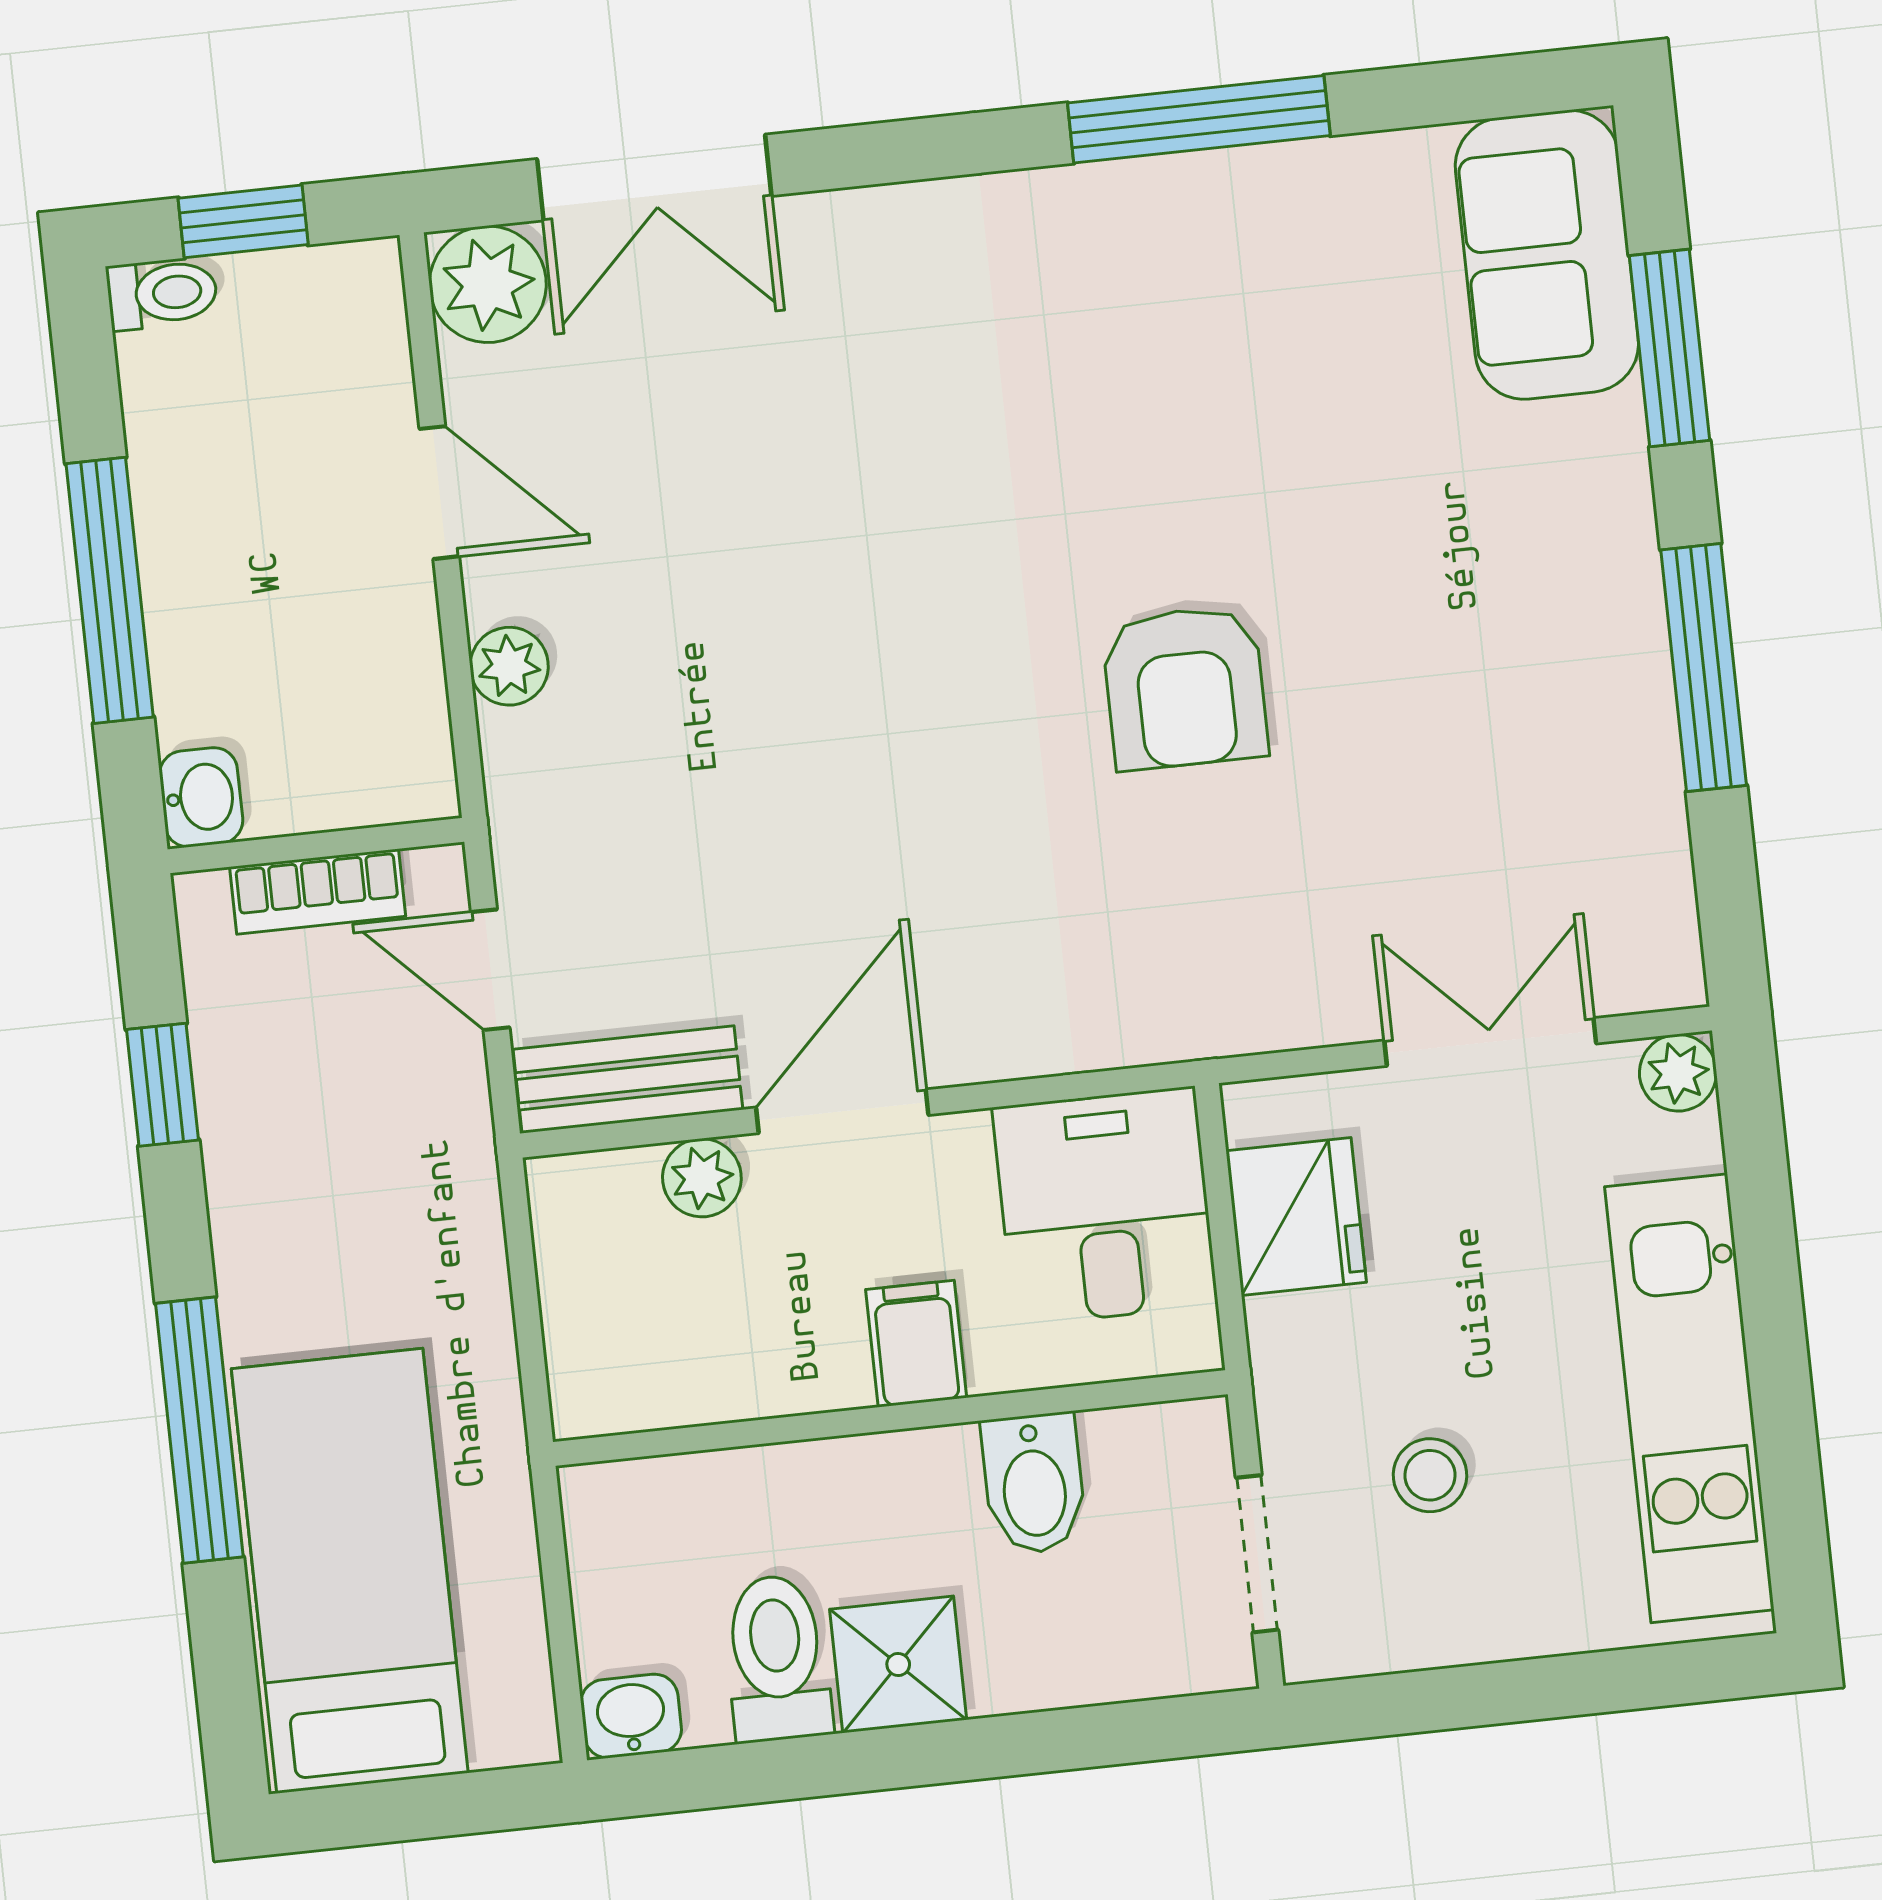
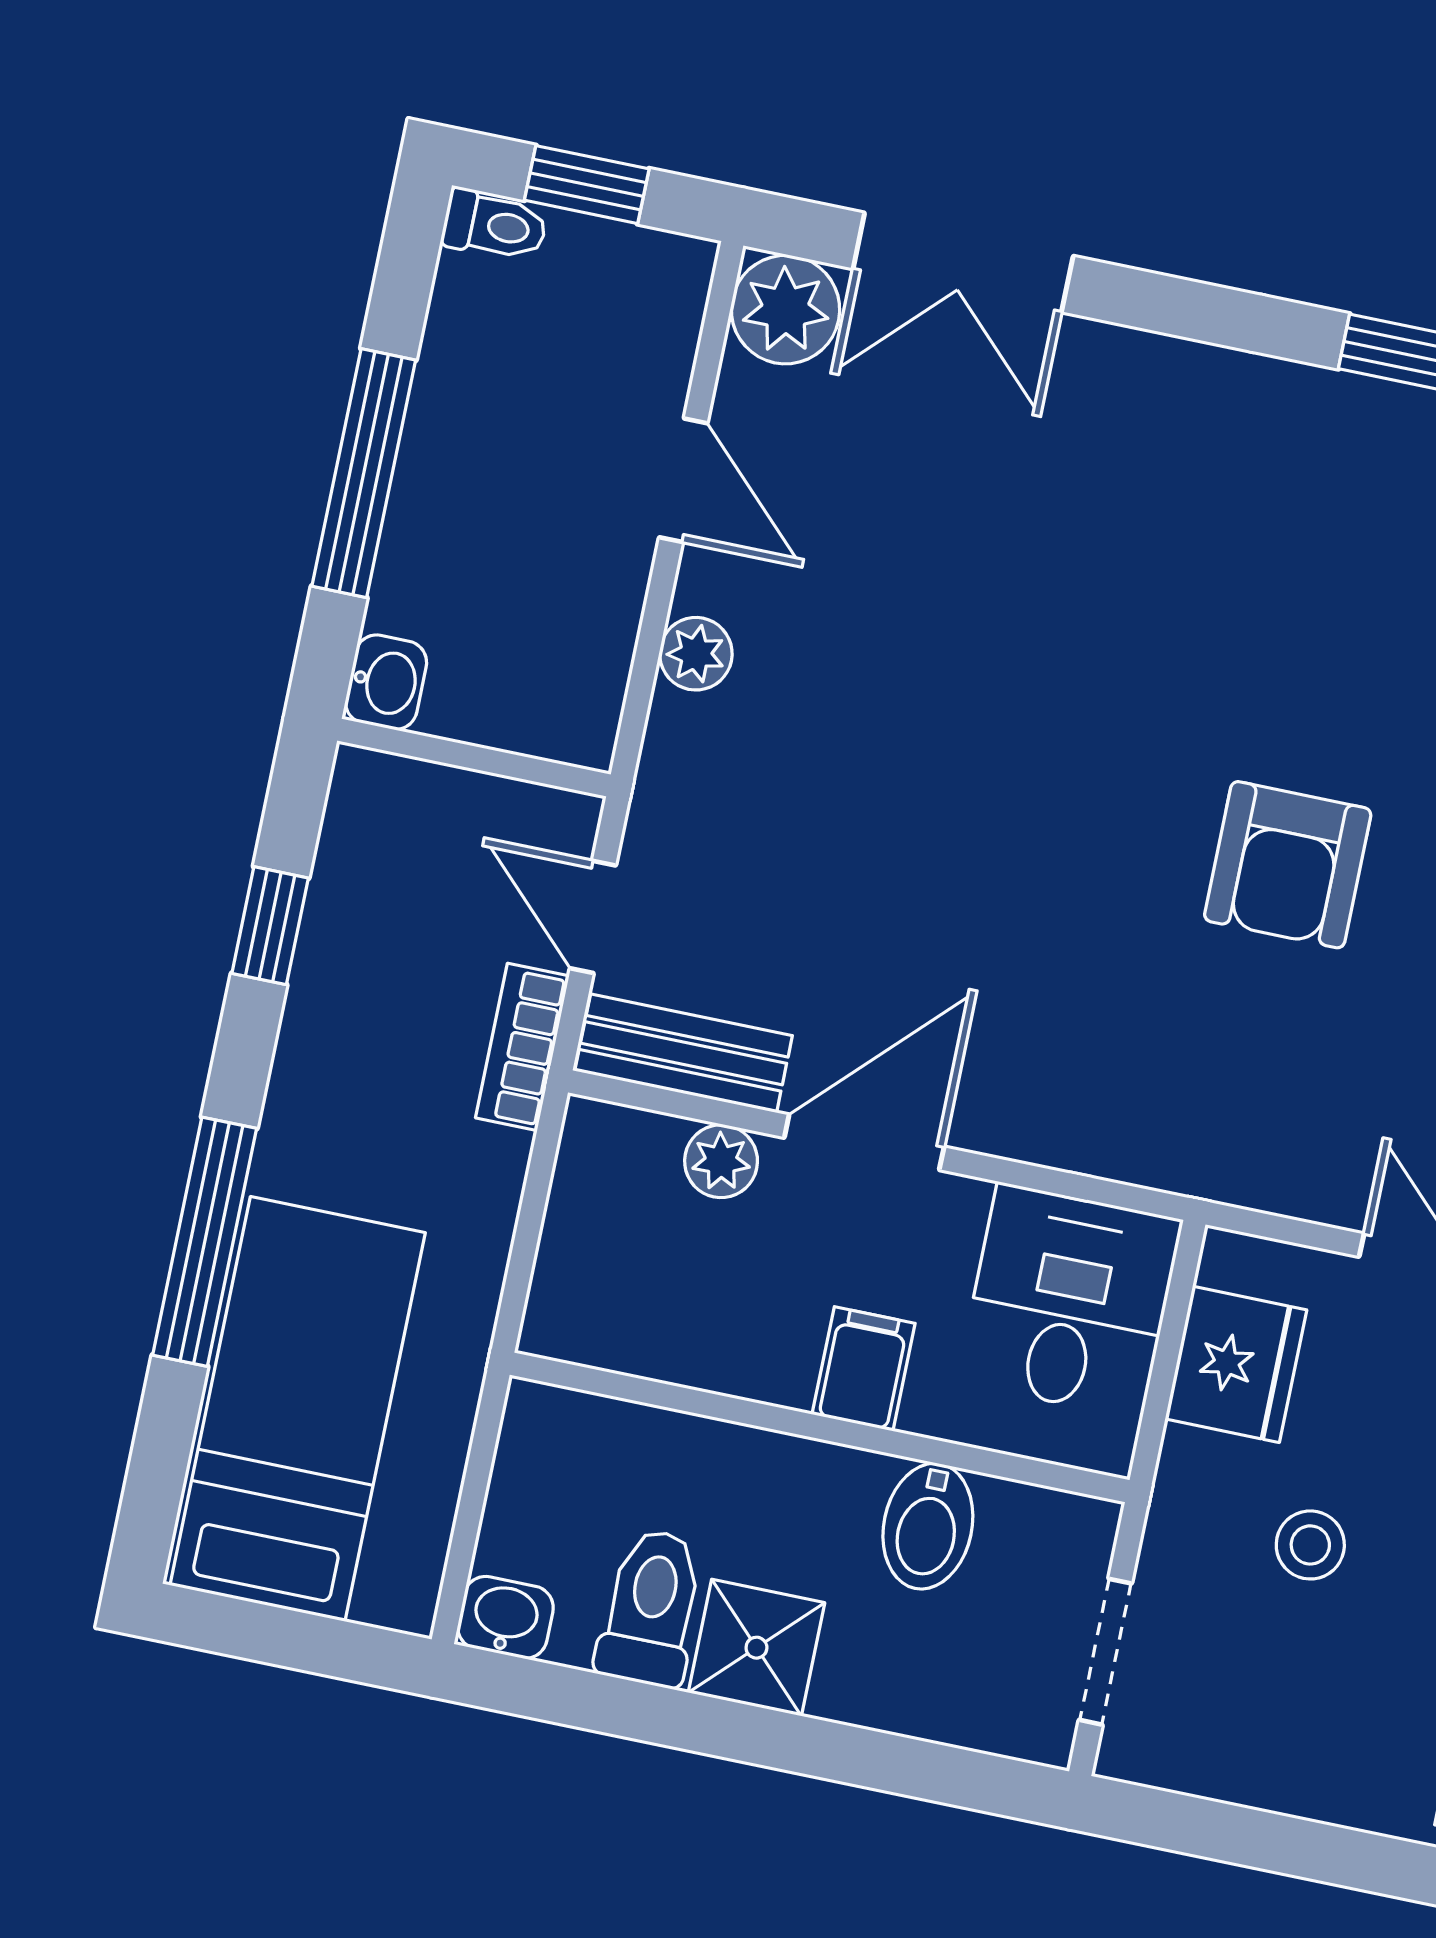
bookcase: (318, 892) -> (522, 1047), moved, turned 90
stool: (1430, 1475) -> (1310, 1545), moved

